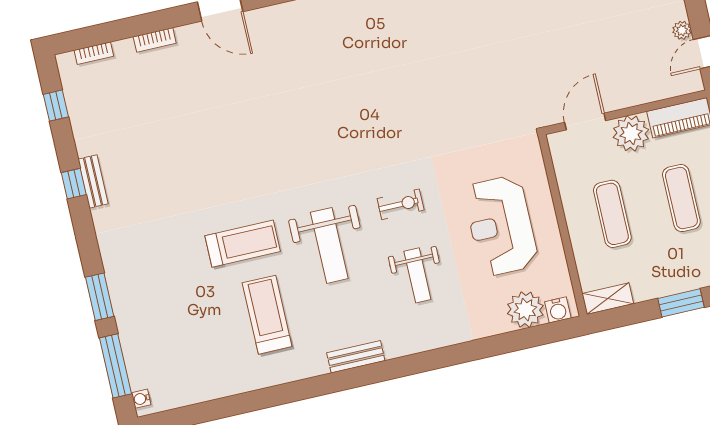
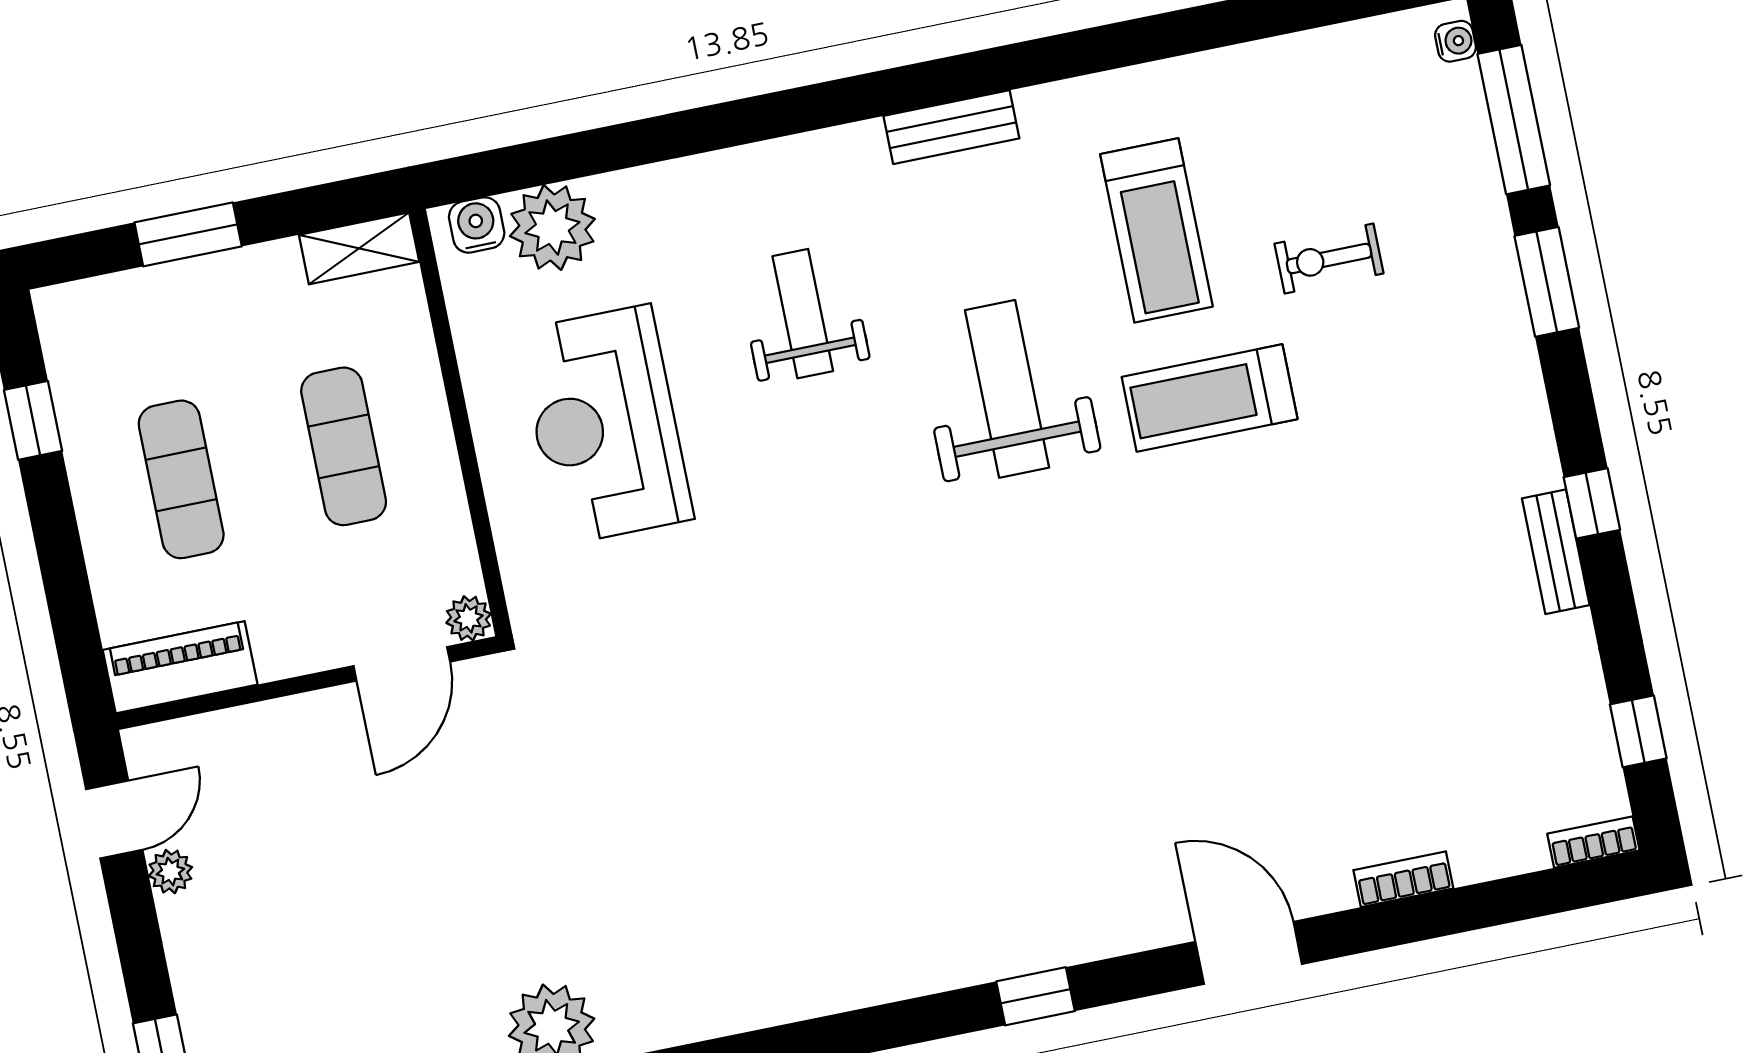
bookcase: (94, 53) -> (1593, 842), moved
plant: (631, 133) -> (468, 618), moved, width x0.53, depth x0.53
window: (74, 184) -> (1592, 503), moved
exercise bike: (401, 204) -> (1329, 259), moved
reception desk: (501, 226) -> (605, 425), turned 180

